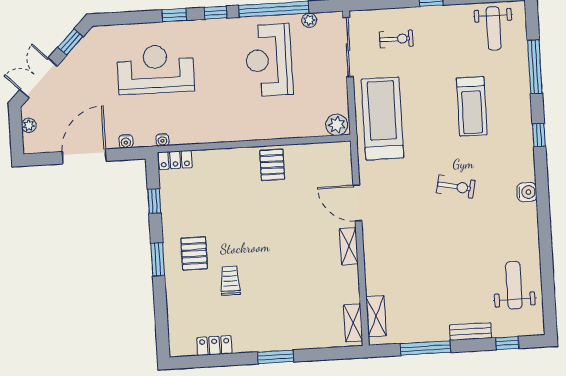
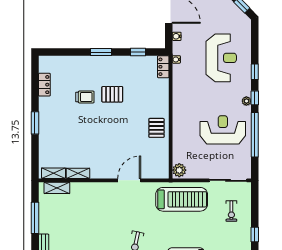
plant: (309, 20) -> (246, 101), moved
pallet: (272, 165) -> (156, 128), turned 90
shelving: (349, 246) -> (78, 173), moved
pallet: (194, 254) -> (112, 94), moved

